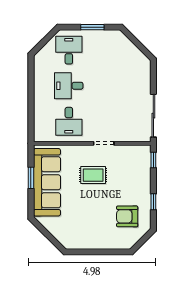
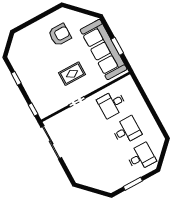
desk: (69, 50) -> (141, 157), turned -90
desk: (69, 121) -> (112, 104), turned -90
armchair: (127, 216) -> (60, 35), moved

